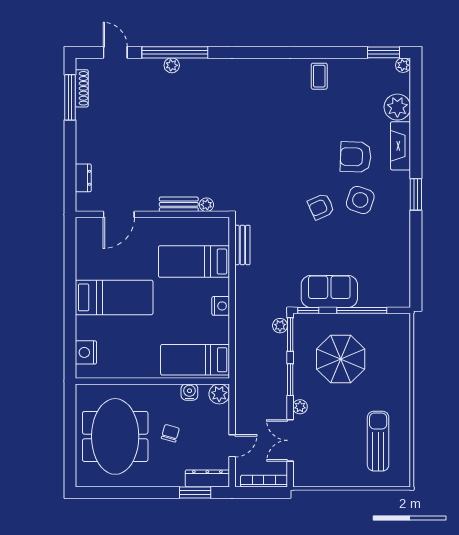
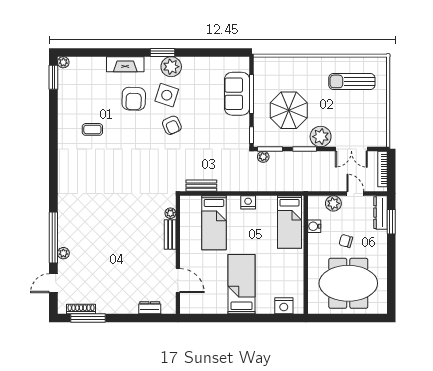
plant: (172, 65) -> (63, 253), moved
coffee table: (319, 76) -> (92, 129), moved
plant: (397, 107) -> (171, 67), moved
sofa: (329, 291) -> (237, 94), moved
plant: (219, 394) -> (333, 203), moved
plant: (300, 407) -> (321, 137), width x1.87, depth x1.87

